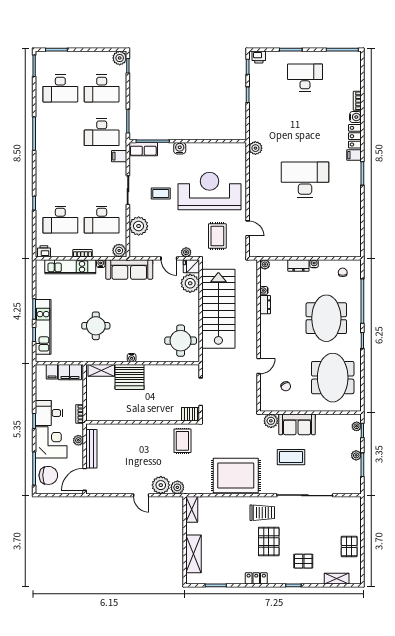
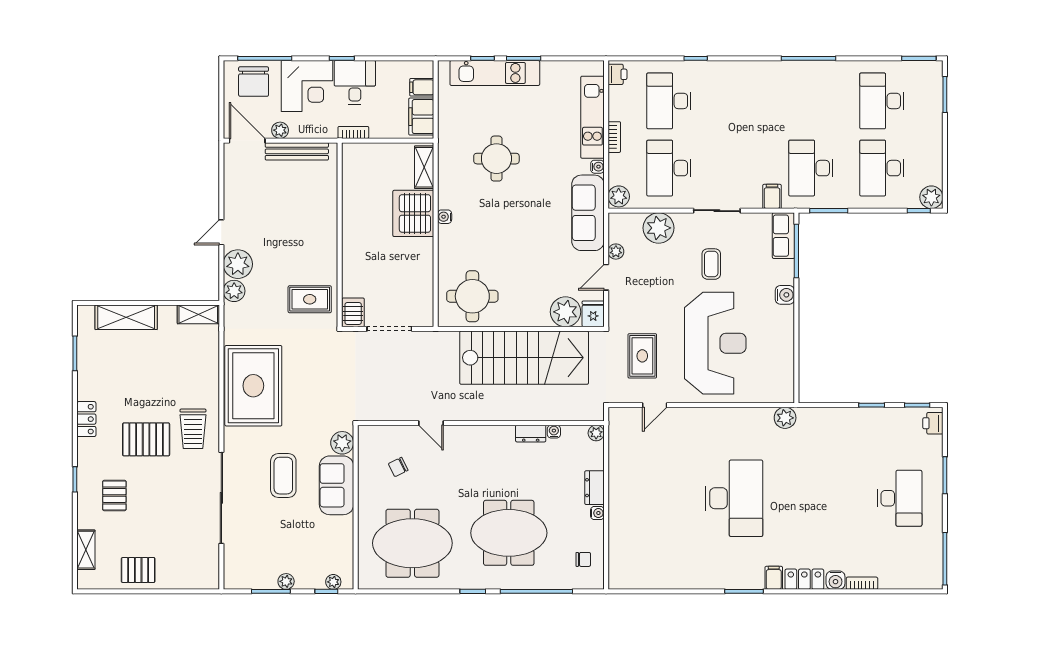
rug: (217, 236) -> (642, 356), turned 90
plant: (186, 252) -> (616, 252), moved
plant: (78, 440) -> (280, 130), moved

